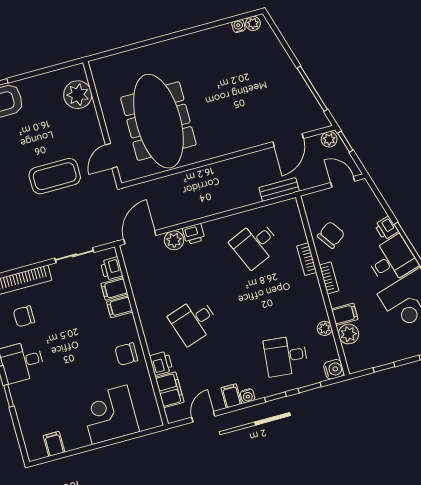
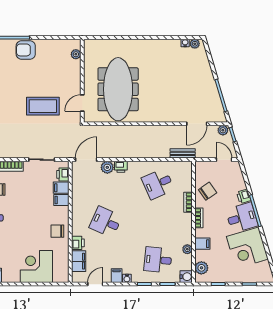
plant: (78, 95) -> (76, 54), width x0.53, depth x0.53
desk: (194, 321) -> (106, 222), turned 42
plant: (349, 334) -> (201, 268), moved

